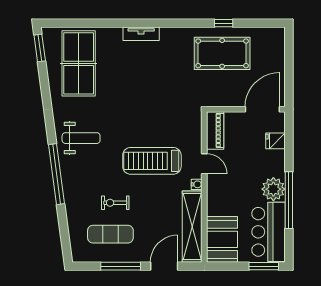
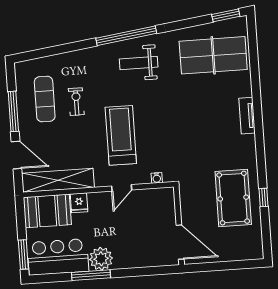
piano: (215, 130) -> (156, 196), removed
weight bench: (81, 138) -> (139, 63), turned 90
fridge: (275, 141) -> (79, 203), moved, turned 180
window: (56, 174) -> (126, 36), moved
water cooler: (197, 184) -> (157, 178), moved
window: (289, 200) -> (91, 275), width x0.68

